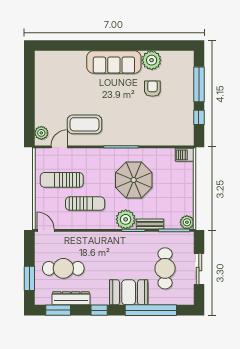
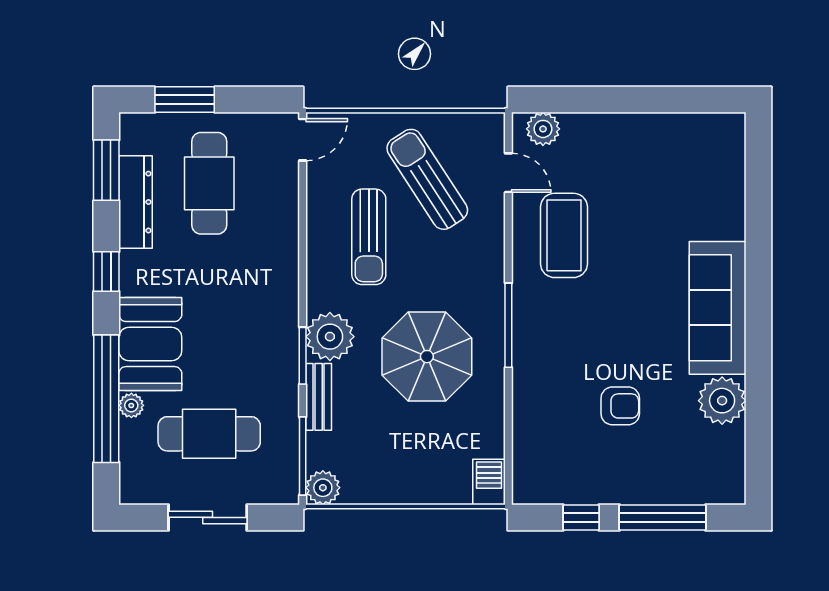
armchair: (152, 89) -> (620, 406), moved
sun lounger: (62, 180) -> (427, 179), turned -33
plant: (154, 300) -> (131, 405), added

